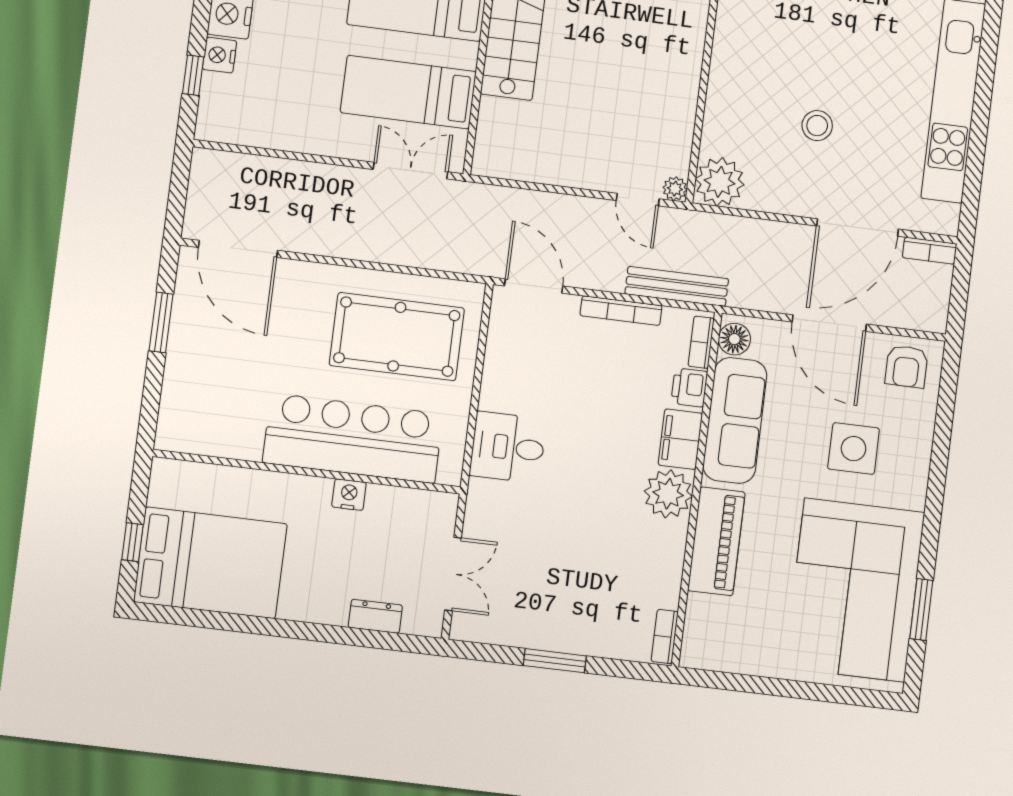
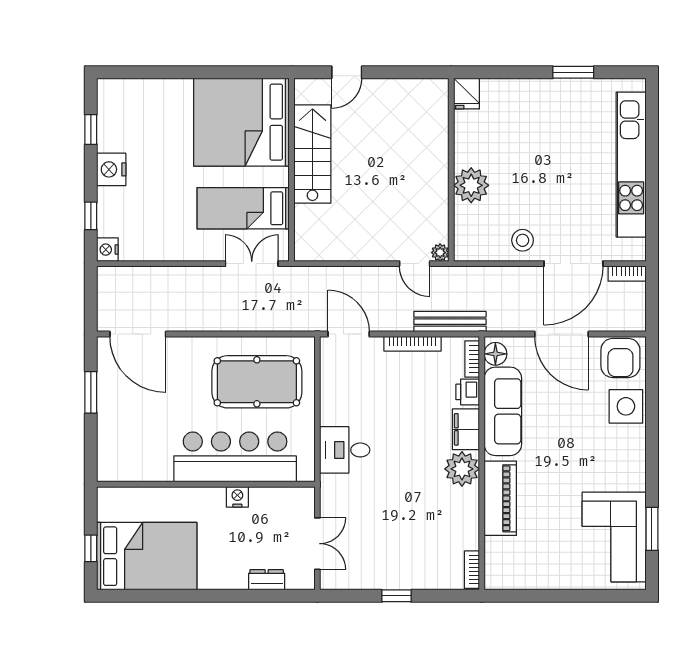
nightstand: (220, 55) -> (107, 250), moved
stool: (817, 126) -> (523, 240), moved
plant: (720, 182) -> (471, 185), moved
armchair: (906, 366) -> (620, 358), width x1.38, depth x1.38
side table: (854, 449) -> (626, 406), moved
corner sofa: (855, 590) -> (614, 537), width x0.73, depth x0.74
window: (555, 661) -> (396, 596), width x0.67

